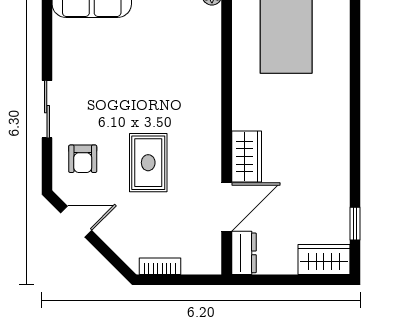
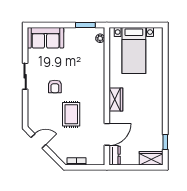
sliding door: (47, 109) -> (25, 76), moved
wardrobe: (247, 156) -> (116, 99), moved
armchair: (83, 159) -> (55, 86), moved

